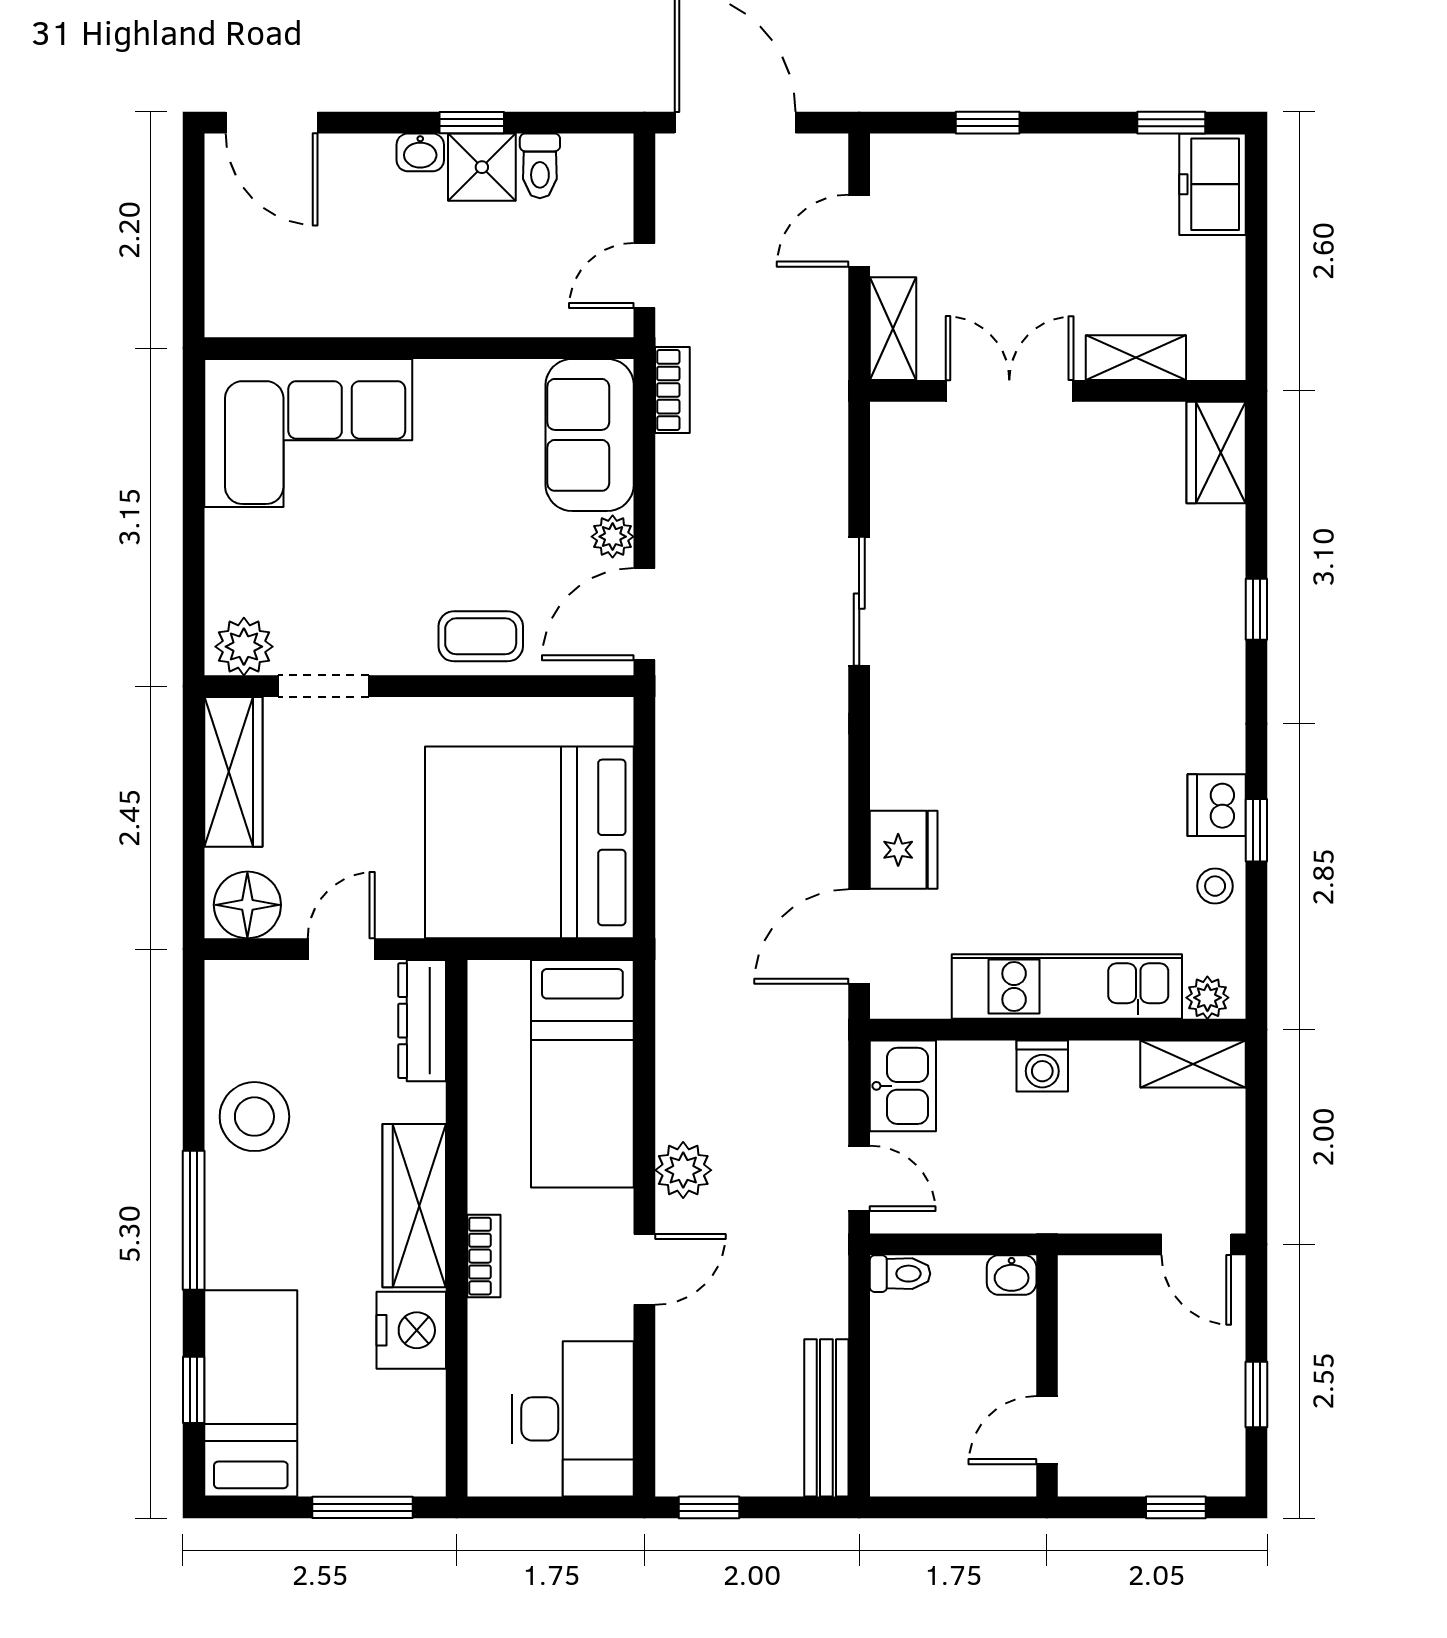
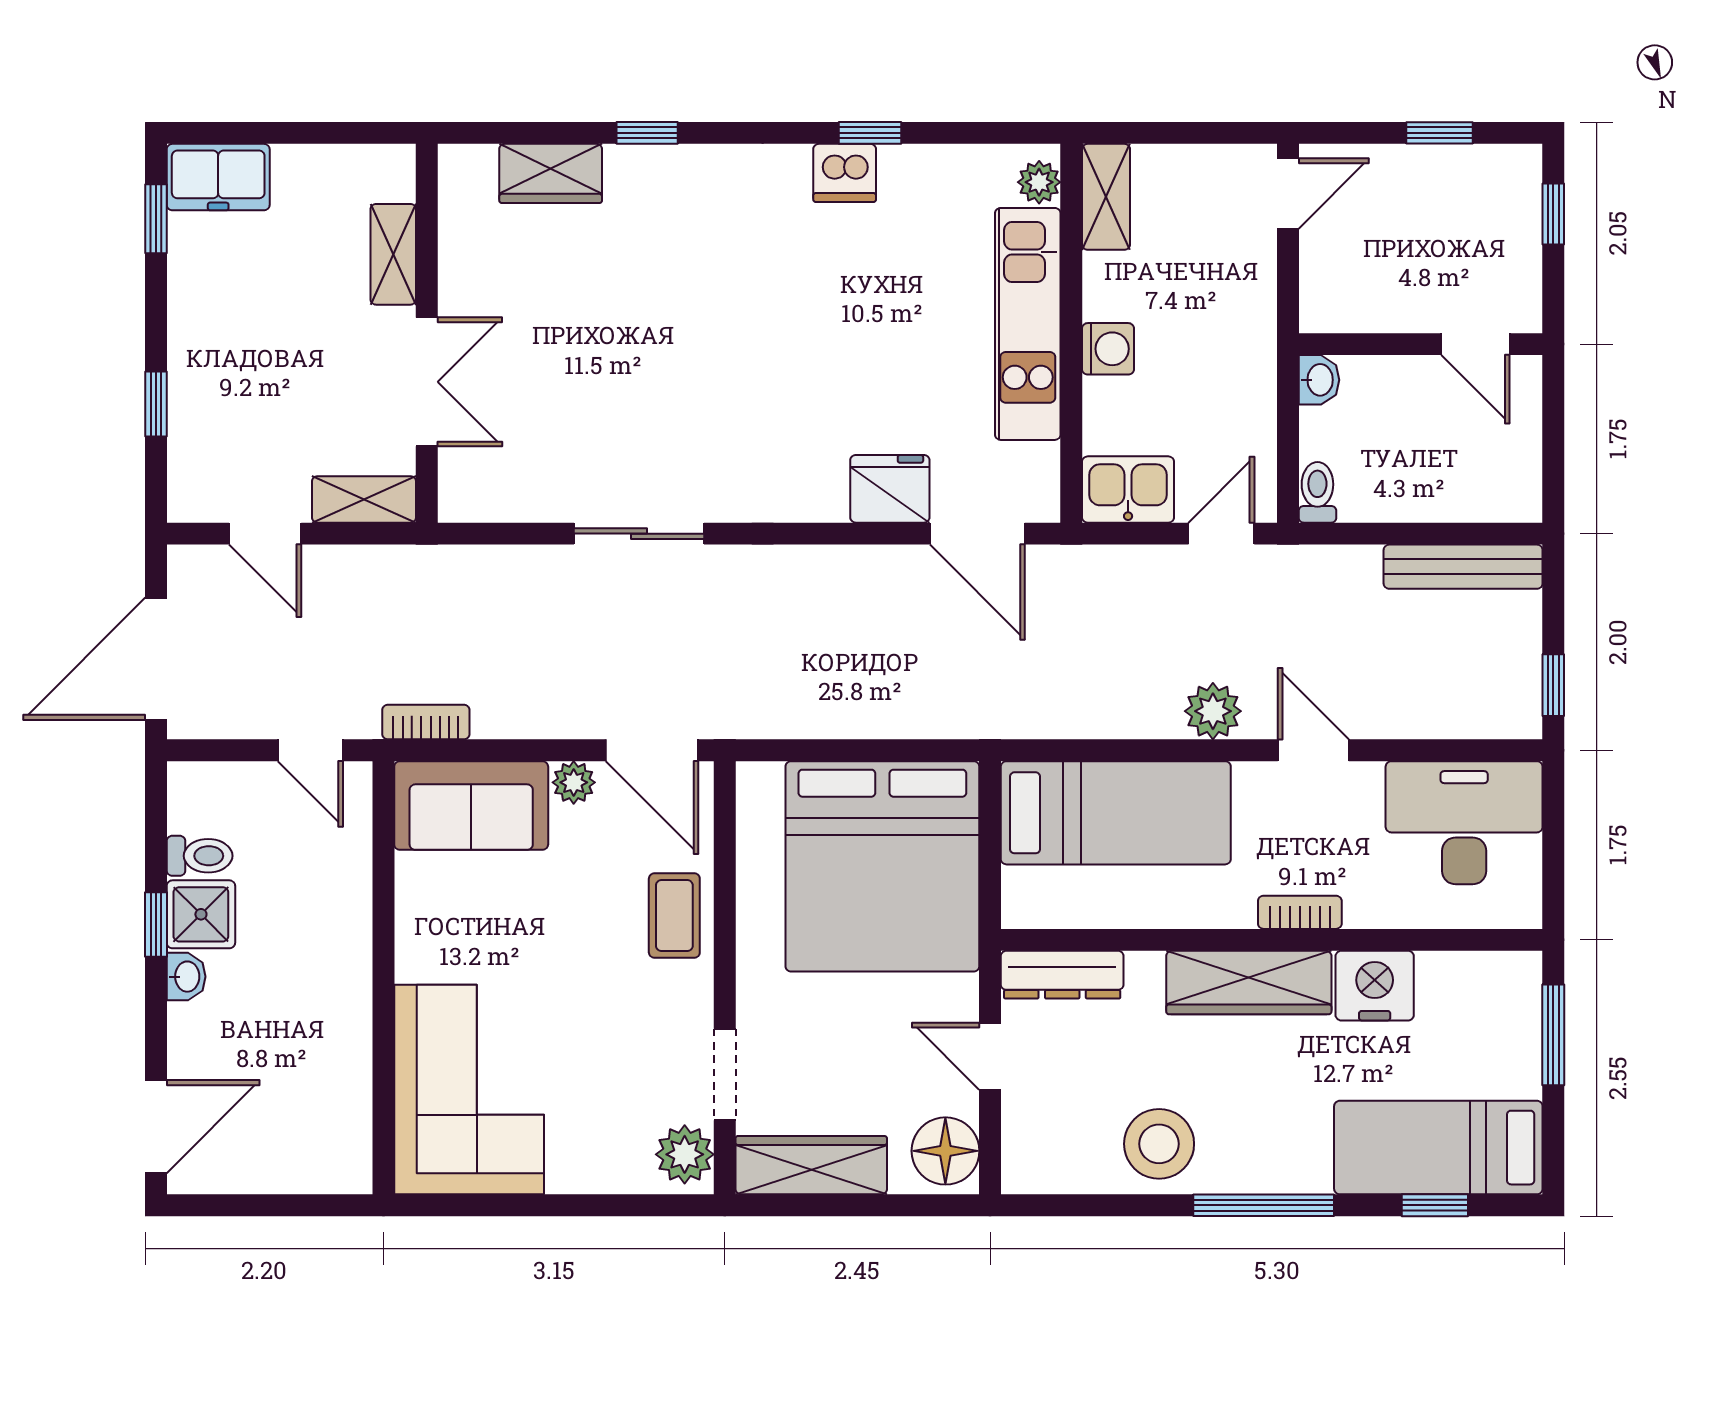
double door: (1009, 391) -> (427, 382), swing flipped
wardrobe: (1216, 453) -> (551, 173), moved
stool: (1215, 886) -> (926, 175), removed

